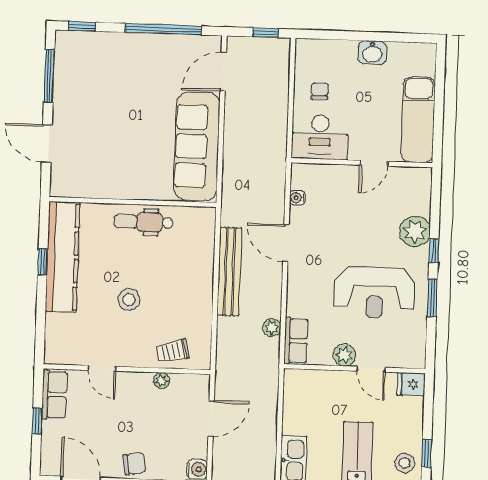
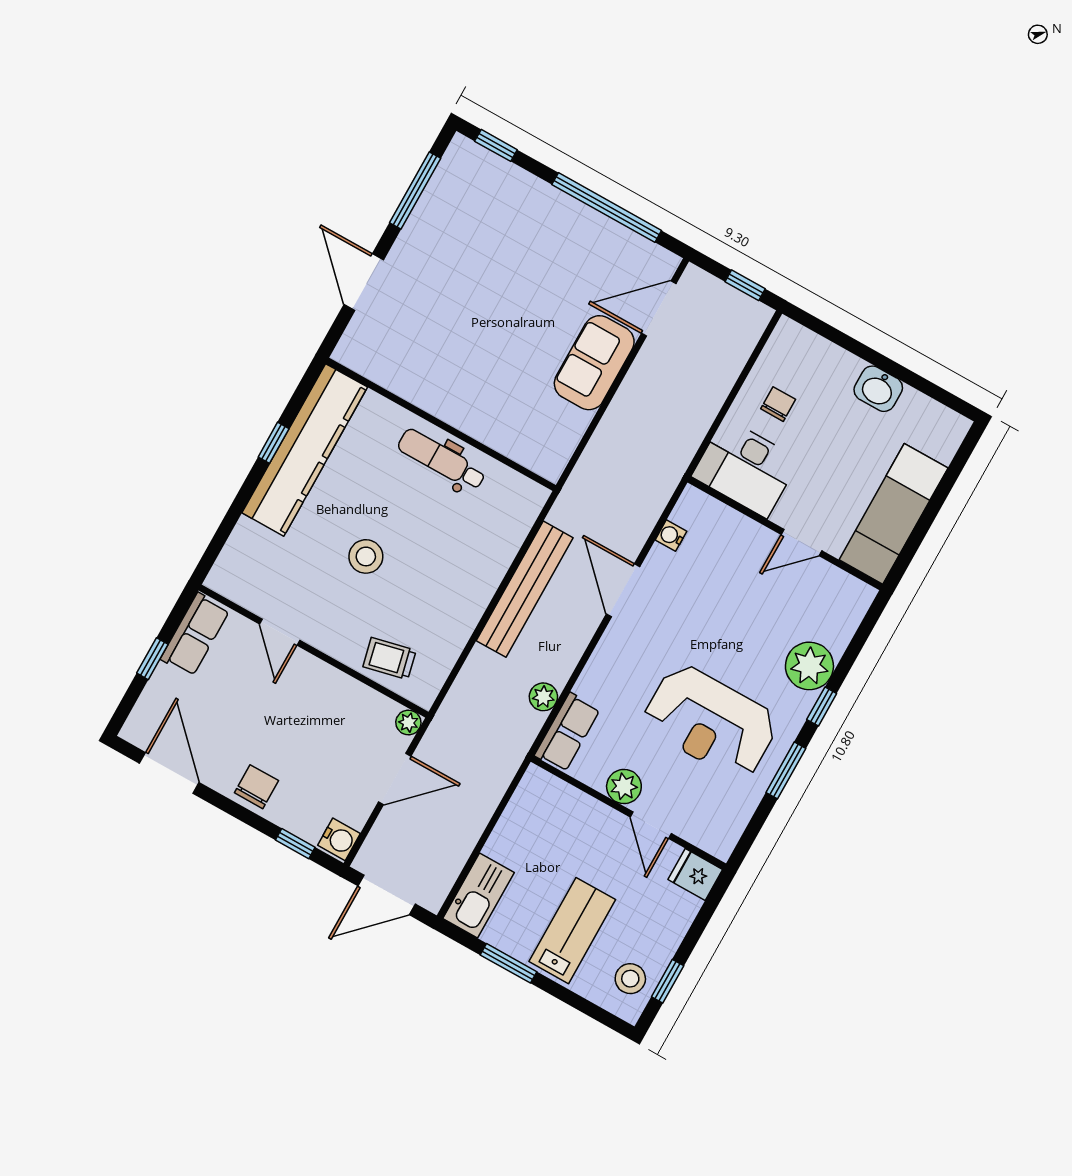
sofa: (197, 146) -> (594, 363), width x0.54, depth x0.79
plant: (161, 381) -> (408, 722), moved
chair: (134, 464) -> (256, 787), turned -80

